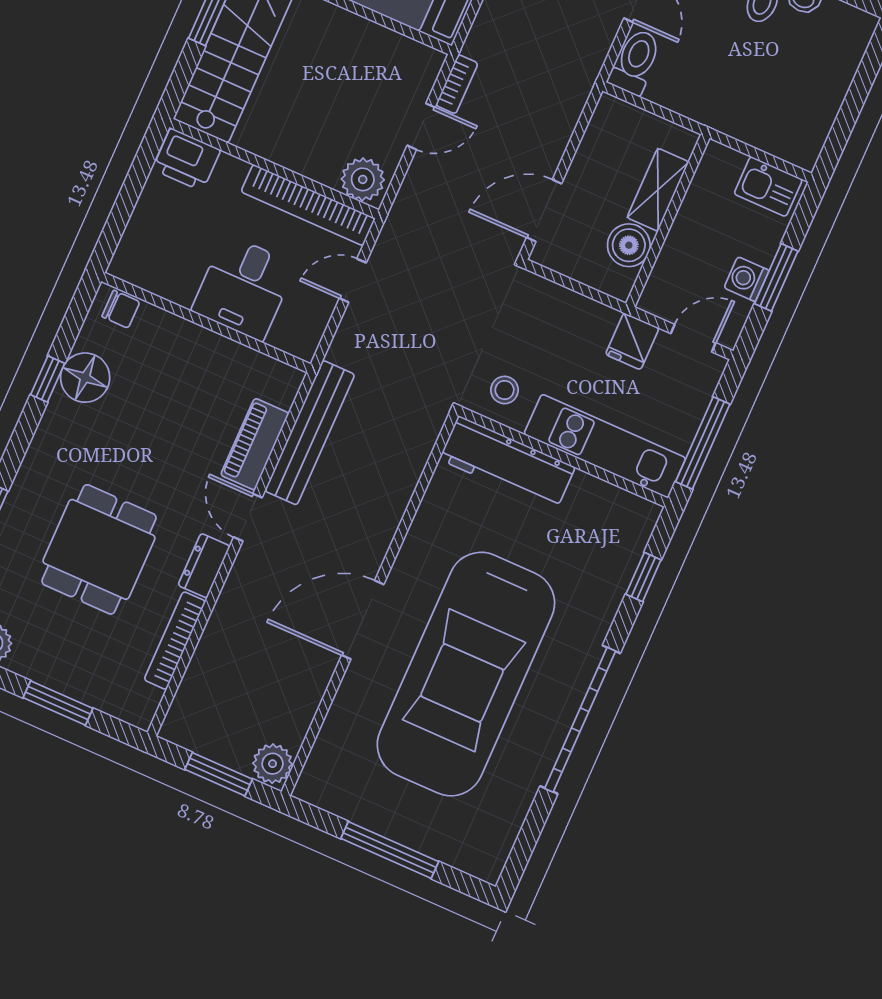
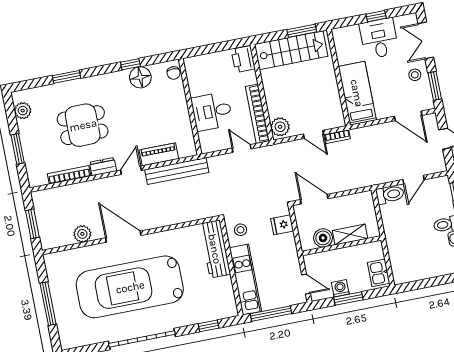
fridge: (632, 341) -> (282, 225), moved
plant: (273, 764) -> (82, 234), moved

